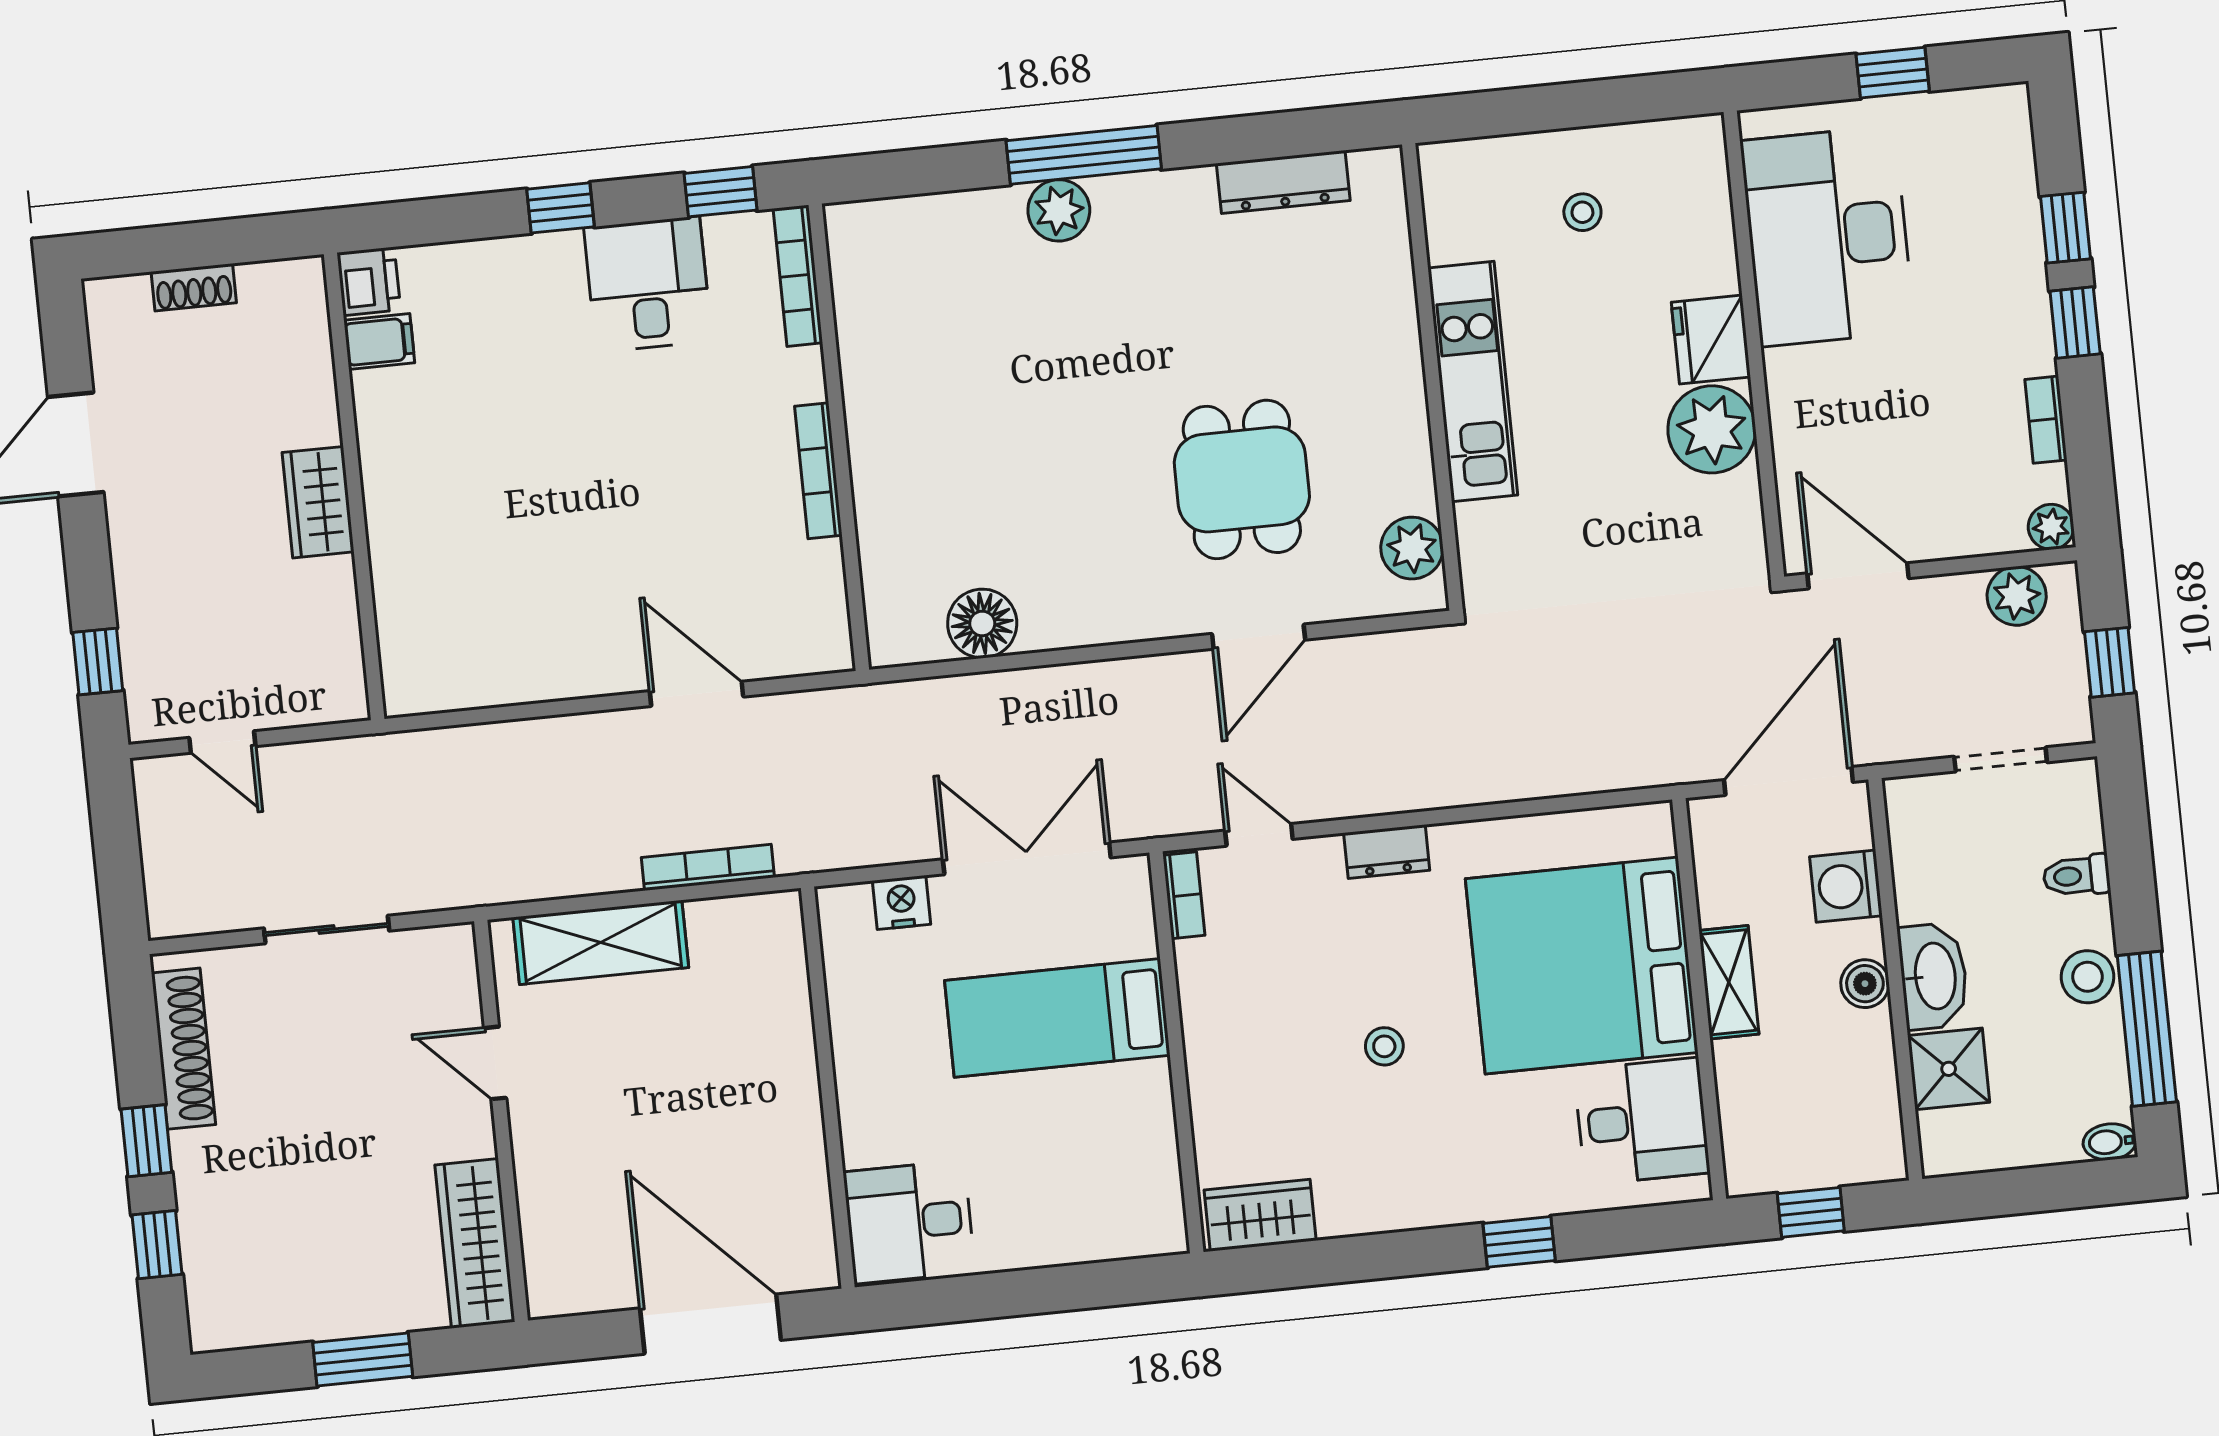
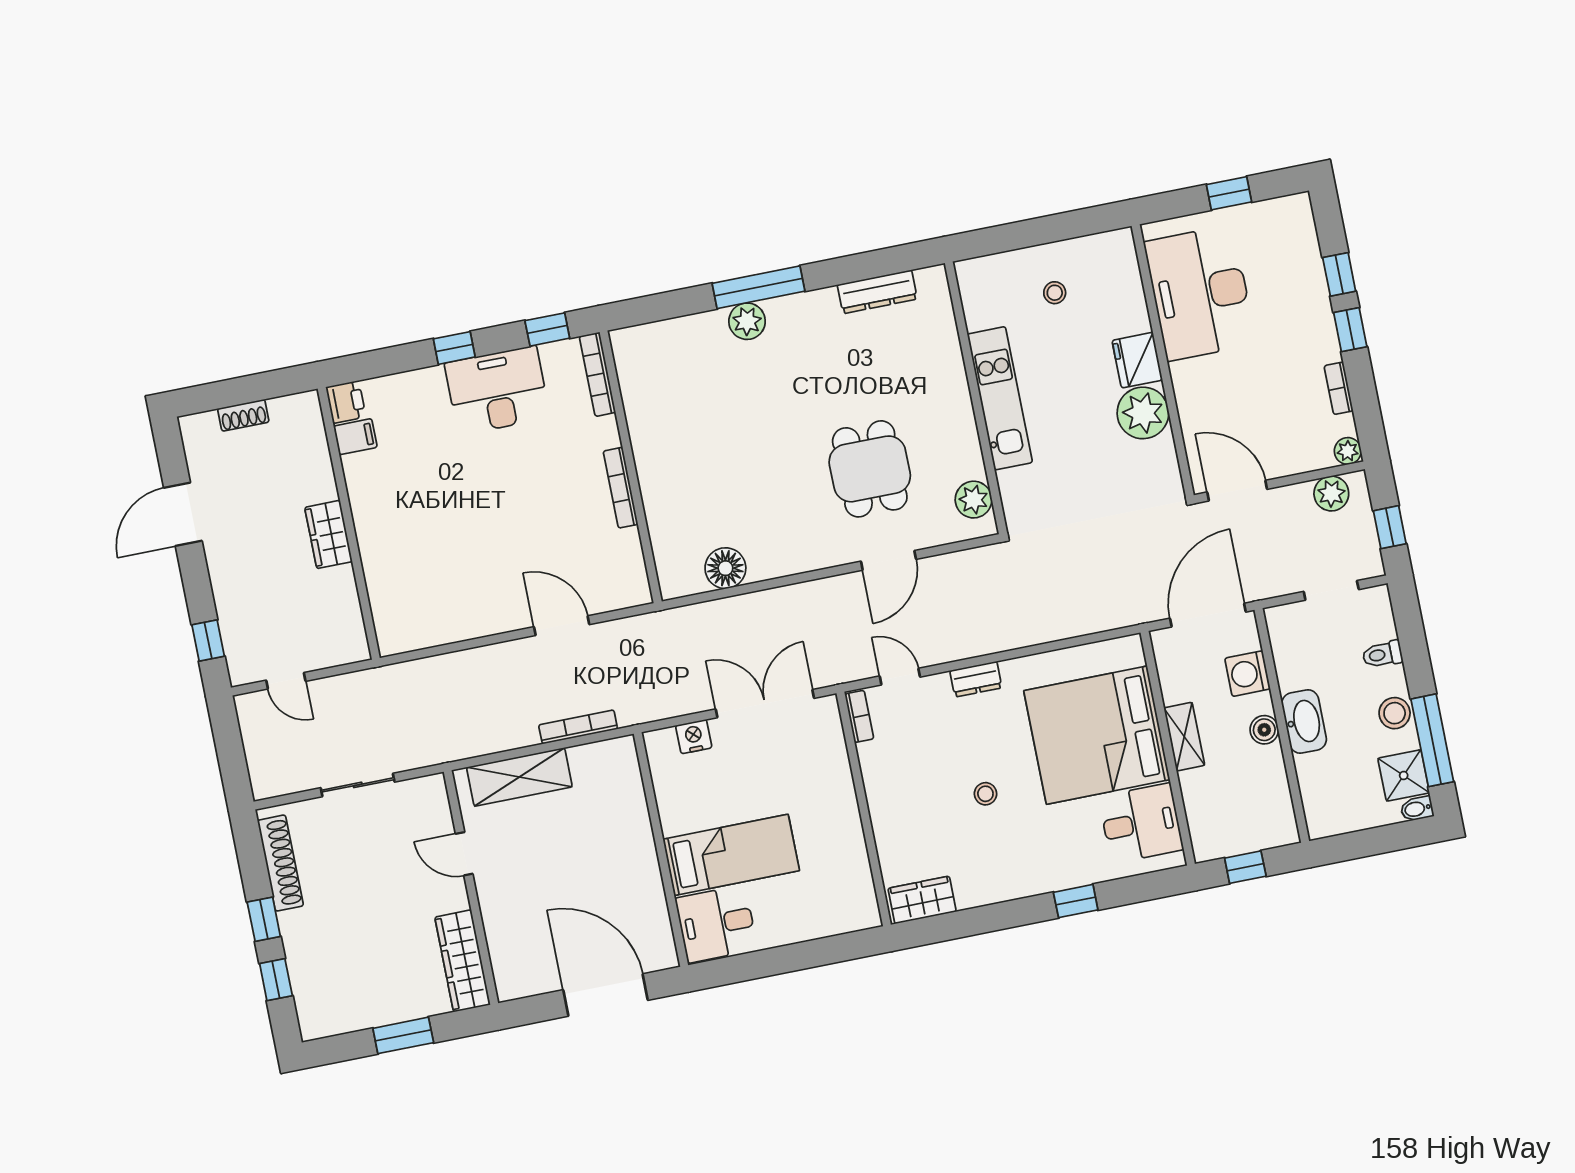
desk: (648, 284) -> (497, 390), width x1.37
bed: (1057, 1018) -> (731, 855), moved, turned 180
shower: (1949, 1069) -> (1404, 775), moved

